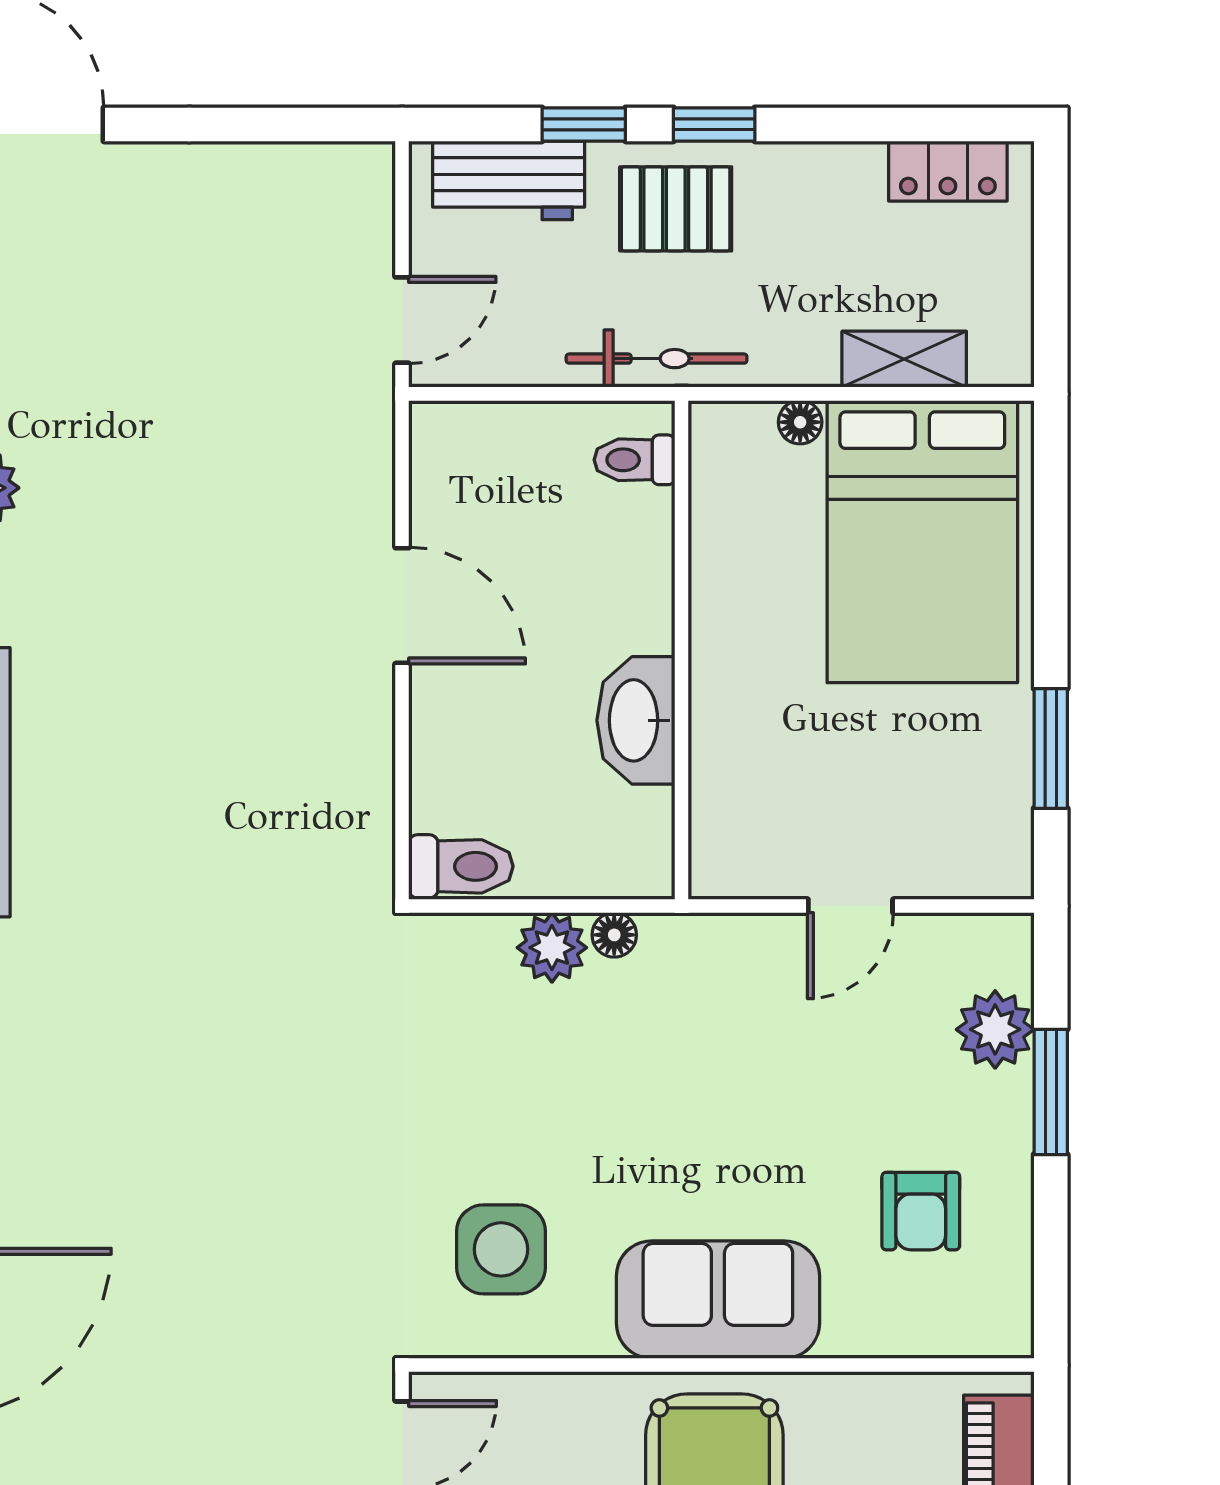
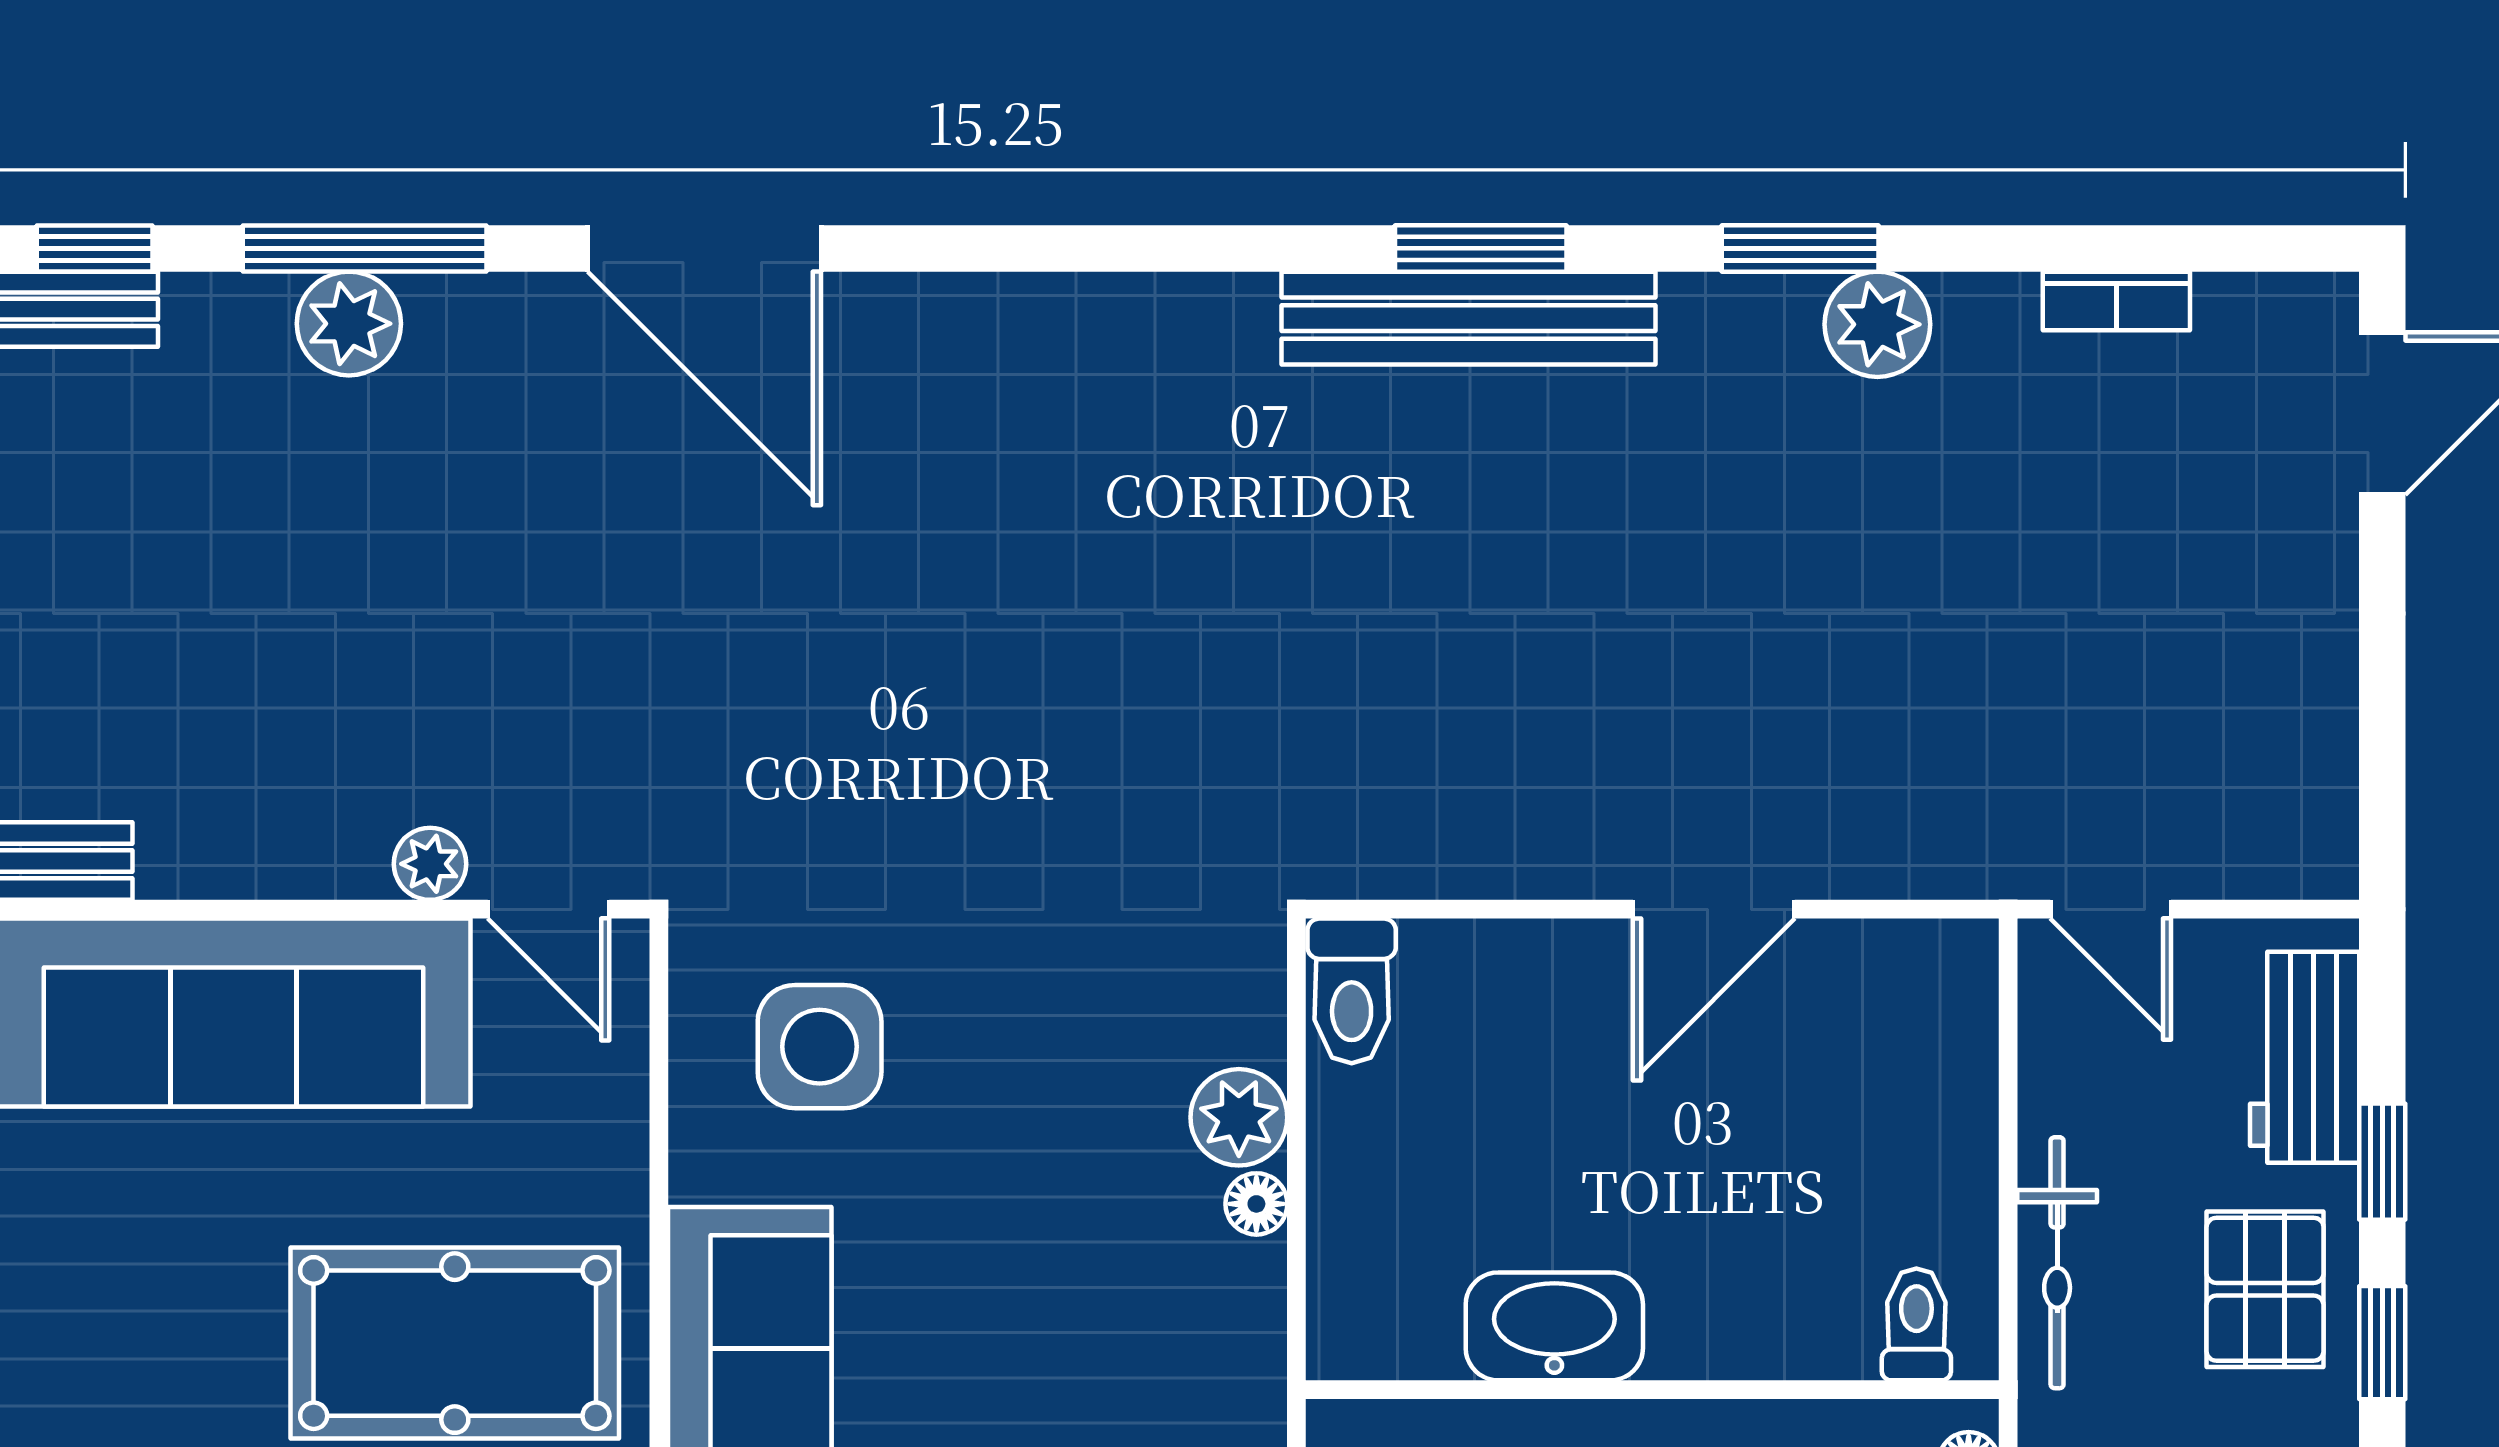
toilet: (634, 460) -> (1916, 1324), moved
wall: (681, 650) -> (1652, 1390), moved
washbasin: (636, 720) -> (1554, 1326), moved

